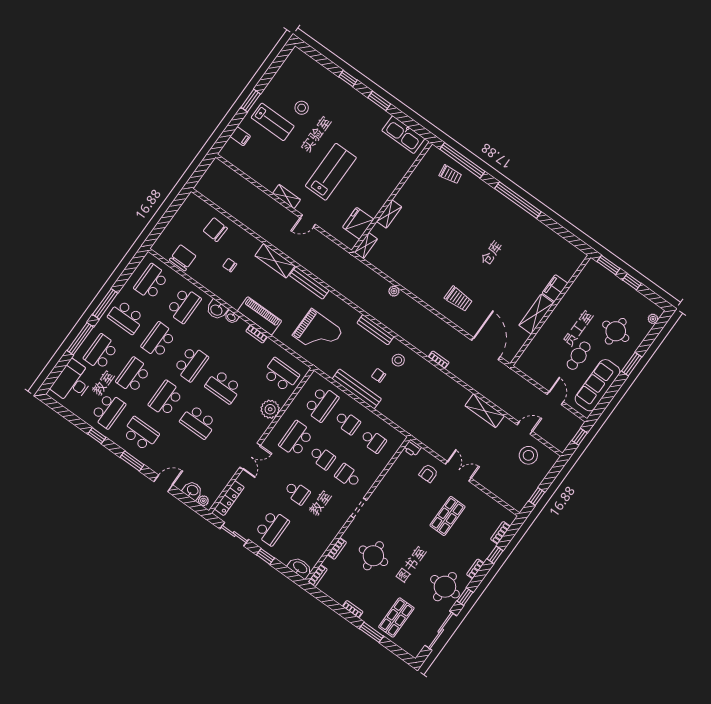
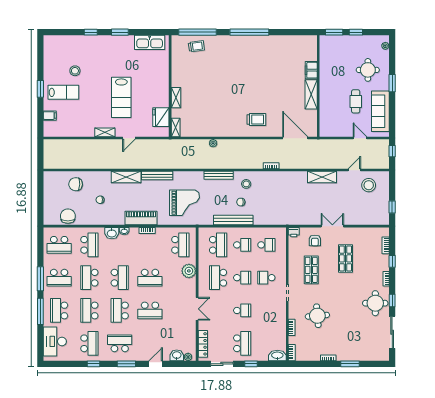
lab bench: (331, 172) -> (121, 97), turned 180
school desk: (151, 282) -> (59, 245), turned -90
school desk: (281, 375) -> (180, 245), turned 90
shop shelf: (396, 617) -> (311, 270), moved

